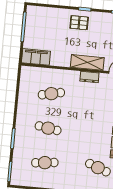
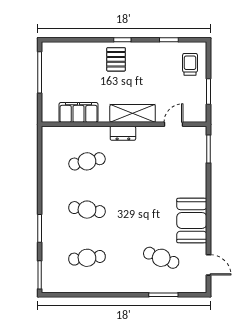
pallet: (79, 23) -> (116, 59), turned 90
filing cabinet: (36, 57) -> (78, 112), moved
dresser: (89, 77) -> (123, 133), moved

